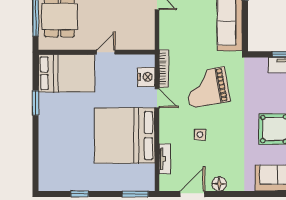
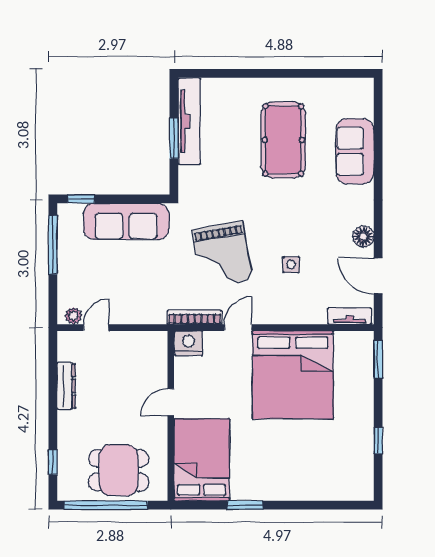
door: (106, 52) -> (171, 402), hinge flipped
nightstand: (146, 77) -> (189, 343), moved
tv unit: (165, 159) -> (350, 316), moved

